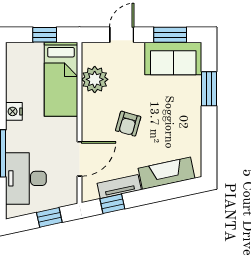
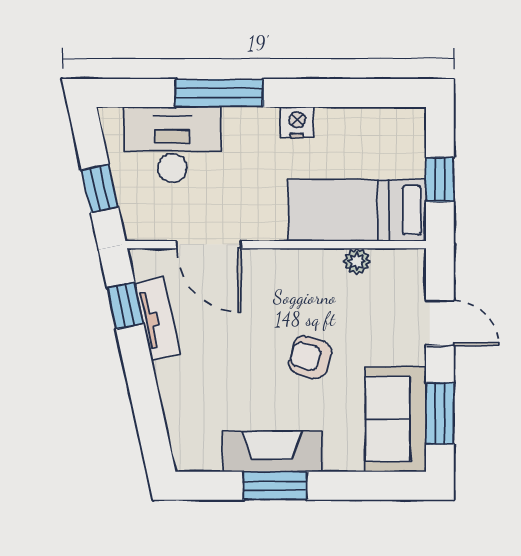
plant: (95, 79) -> (357, 261), width x0.53, depth x0.53
window: (209, 89) -> (275, 486), moved
armchair: (128, 124) -> (310, 357), moved
fireplace: (167, 173) -> (272, 451), moved, turned -78

